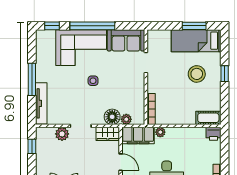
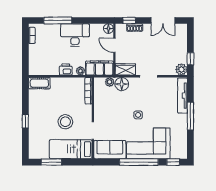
bed: (196, 41) -> (71, 149), moved, turned 180
stool: (197, 74) -> (65, 122), moved
plant: (62, 134) -> (181, 69), moved
printer: (213, 134) -> (66, 69), moved

